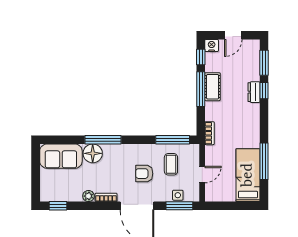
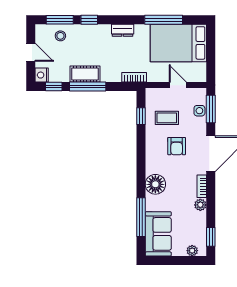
stool: (249, 63) -> (60, 36), added
dresser: (254, 92) -> (123, 30), moved
window: (103, 140) -> (141, 217), moved
window: (173, 140) -> (141, 116), width x0.46
floor lamp: (93, 153) -> (155, 184), moved
bed: (248, 175) -> (178, 43), width x1.50
plant: (45, 188) -> (192, 251), added

